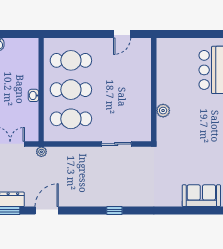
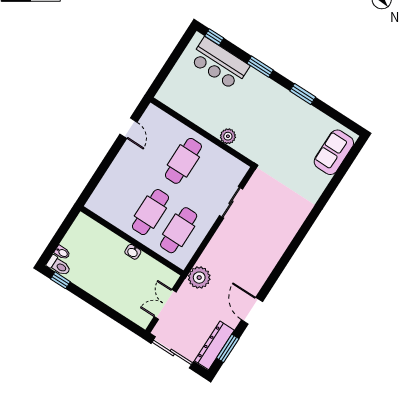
cafe table: (71, 60) -> (183, 161), moved
plant: (41, 152) -> (199, 278), width x1.87, depth x1.87
window: (114, 211) -> (294, 245), removed

